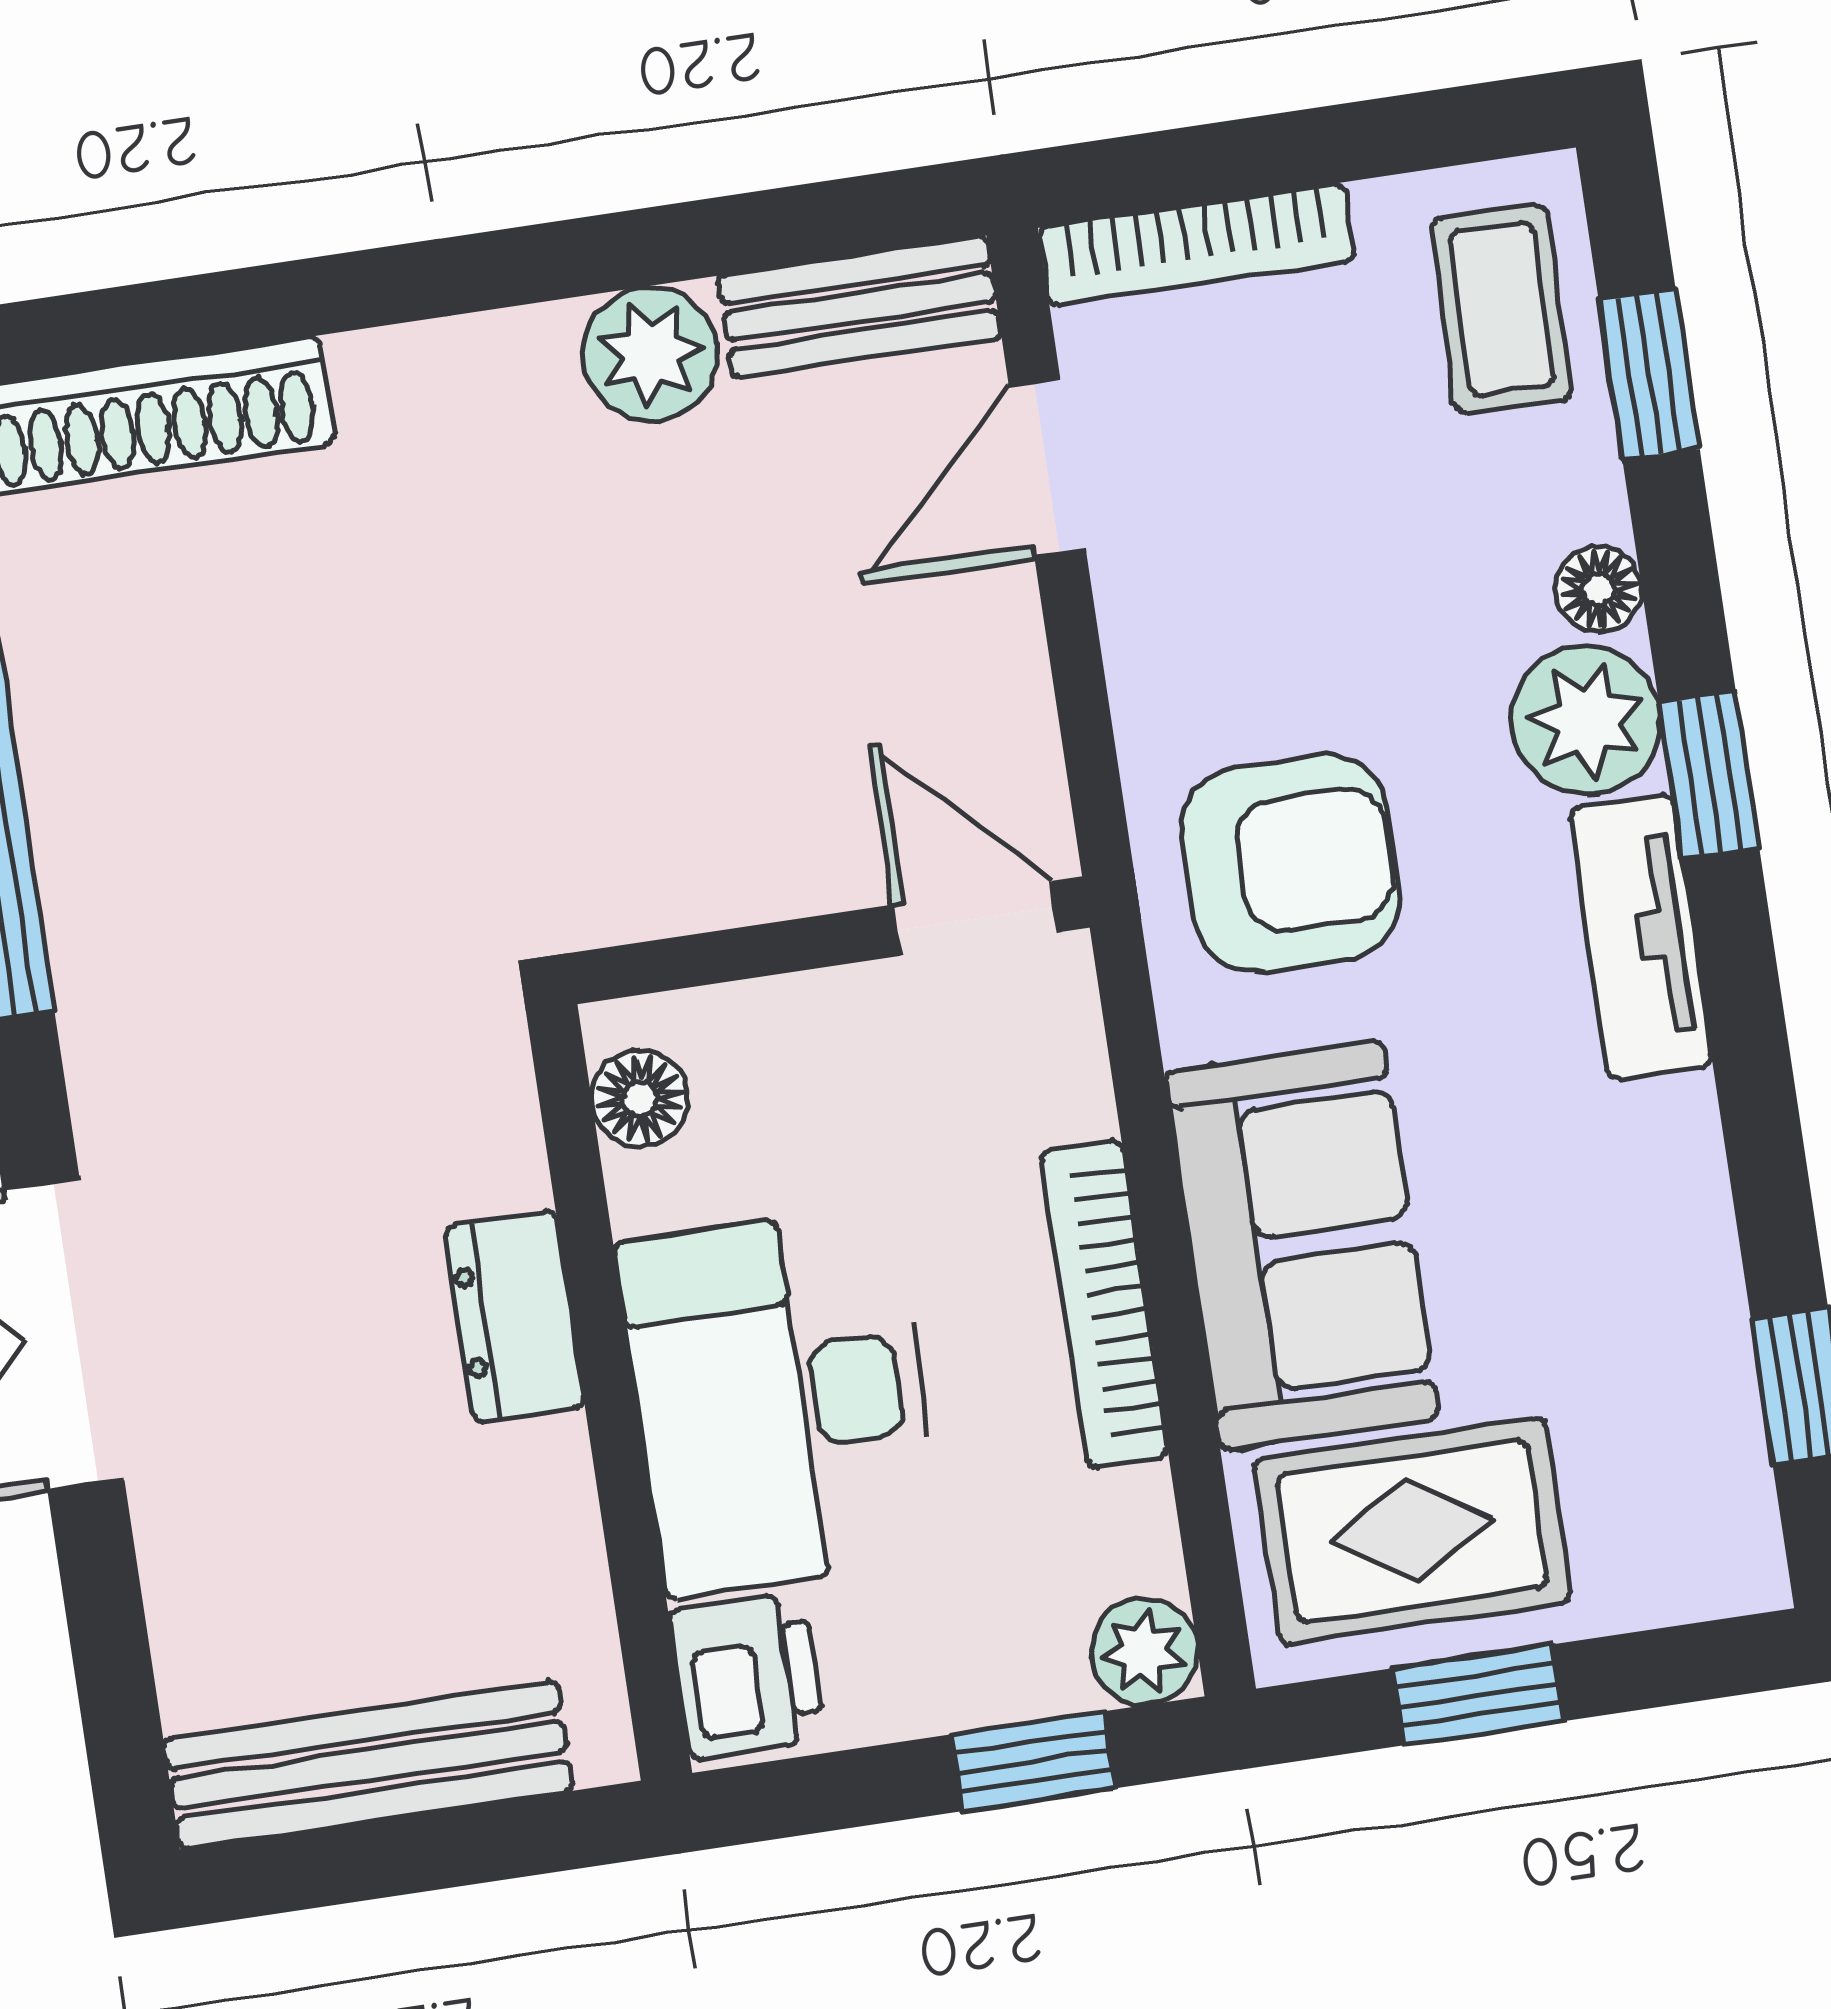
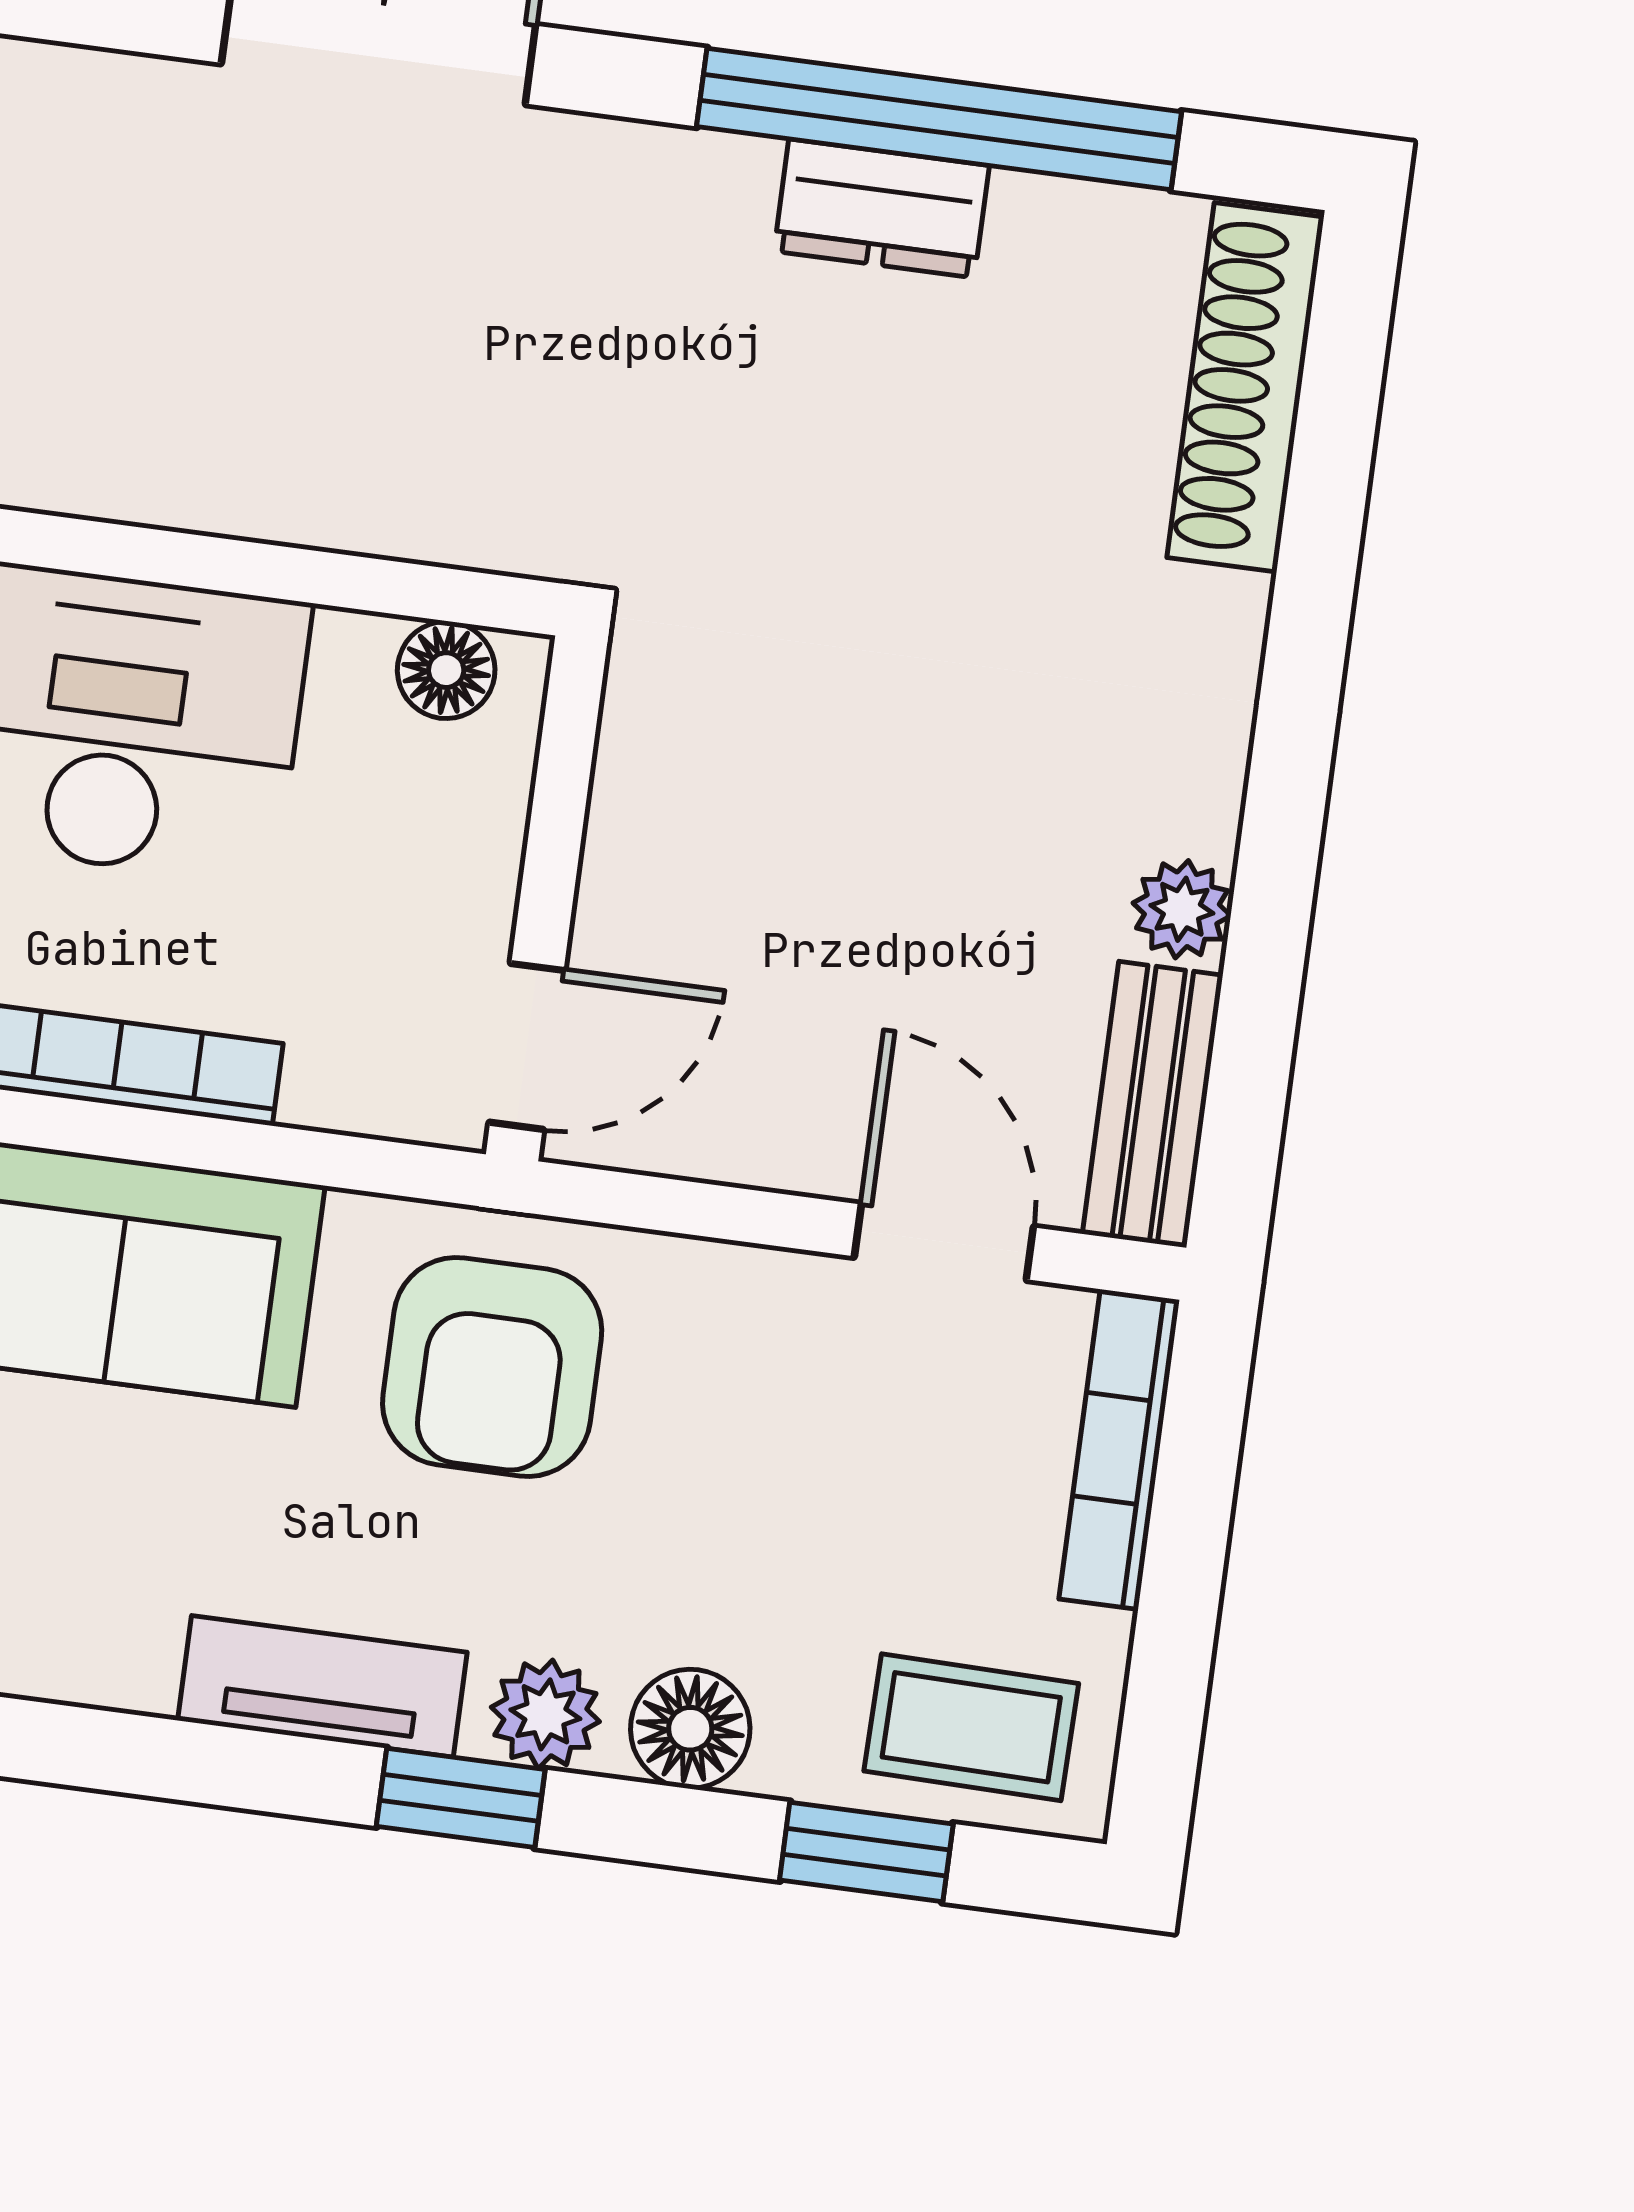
plant: (650, 354) -> (1182, 909), width x0.73, depth x0.73
floor lamp: (1598, 589) -> (690, 1729), width x1.37, depth x1.37
plant: (1586, 720) -> (545, 1714), width x0.73, depth x0.73
dresser: (515, 1316) -> (882, 208), moved, turned 180

